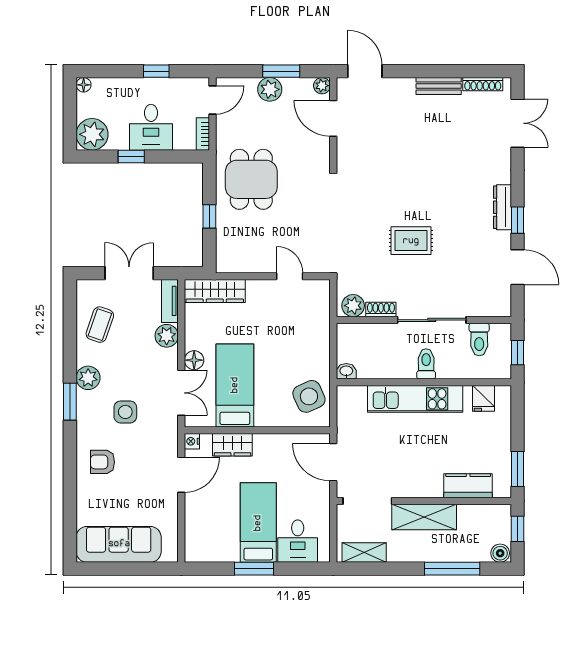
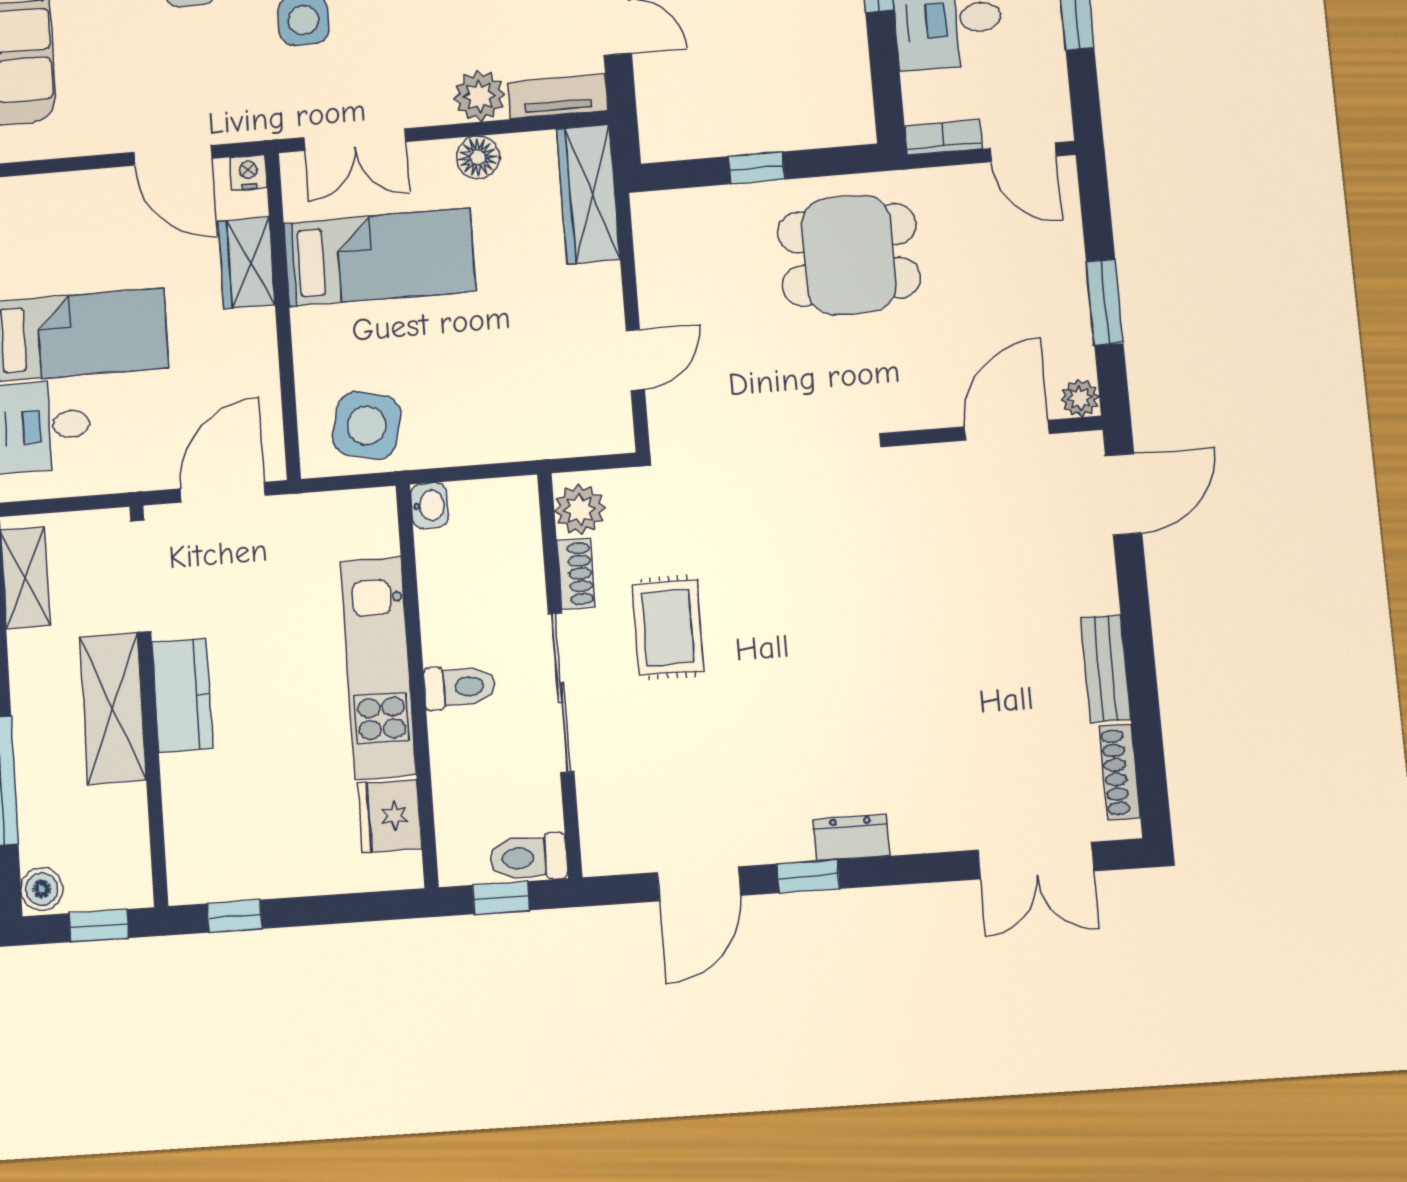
plant: (270, 89) -> (1060, 280), removed
dresser: (502, 207) -> (851, 838), width x0.70
rug: (411, 241) -> (668, 627), moved
toilet: (479, 339) -> (529, 858), moved
floor lamp: (194, 360) -> (478, 157), moved
side table: (309, 396) -> (367, 426), turned 38
fridge: (484, 398) -> (390, 816), width x1.38
window: (518, 469) -> (235, 916), width x0.67
kitchen counter: (468, 486) -> (182, 696), moved

